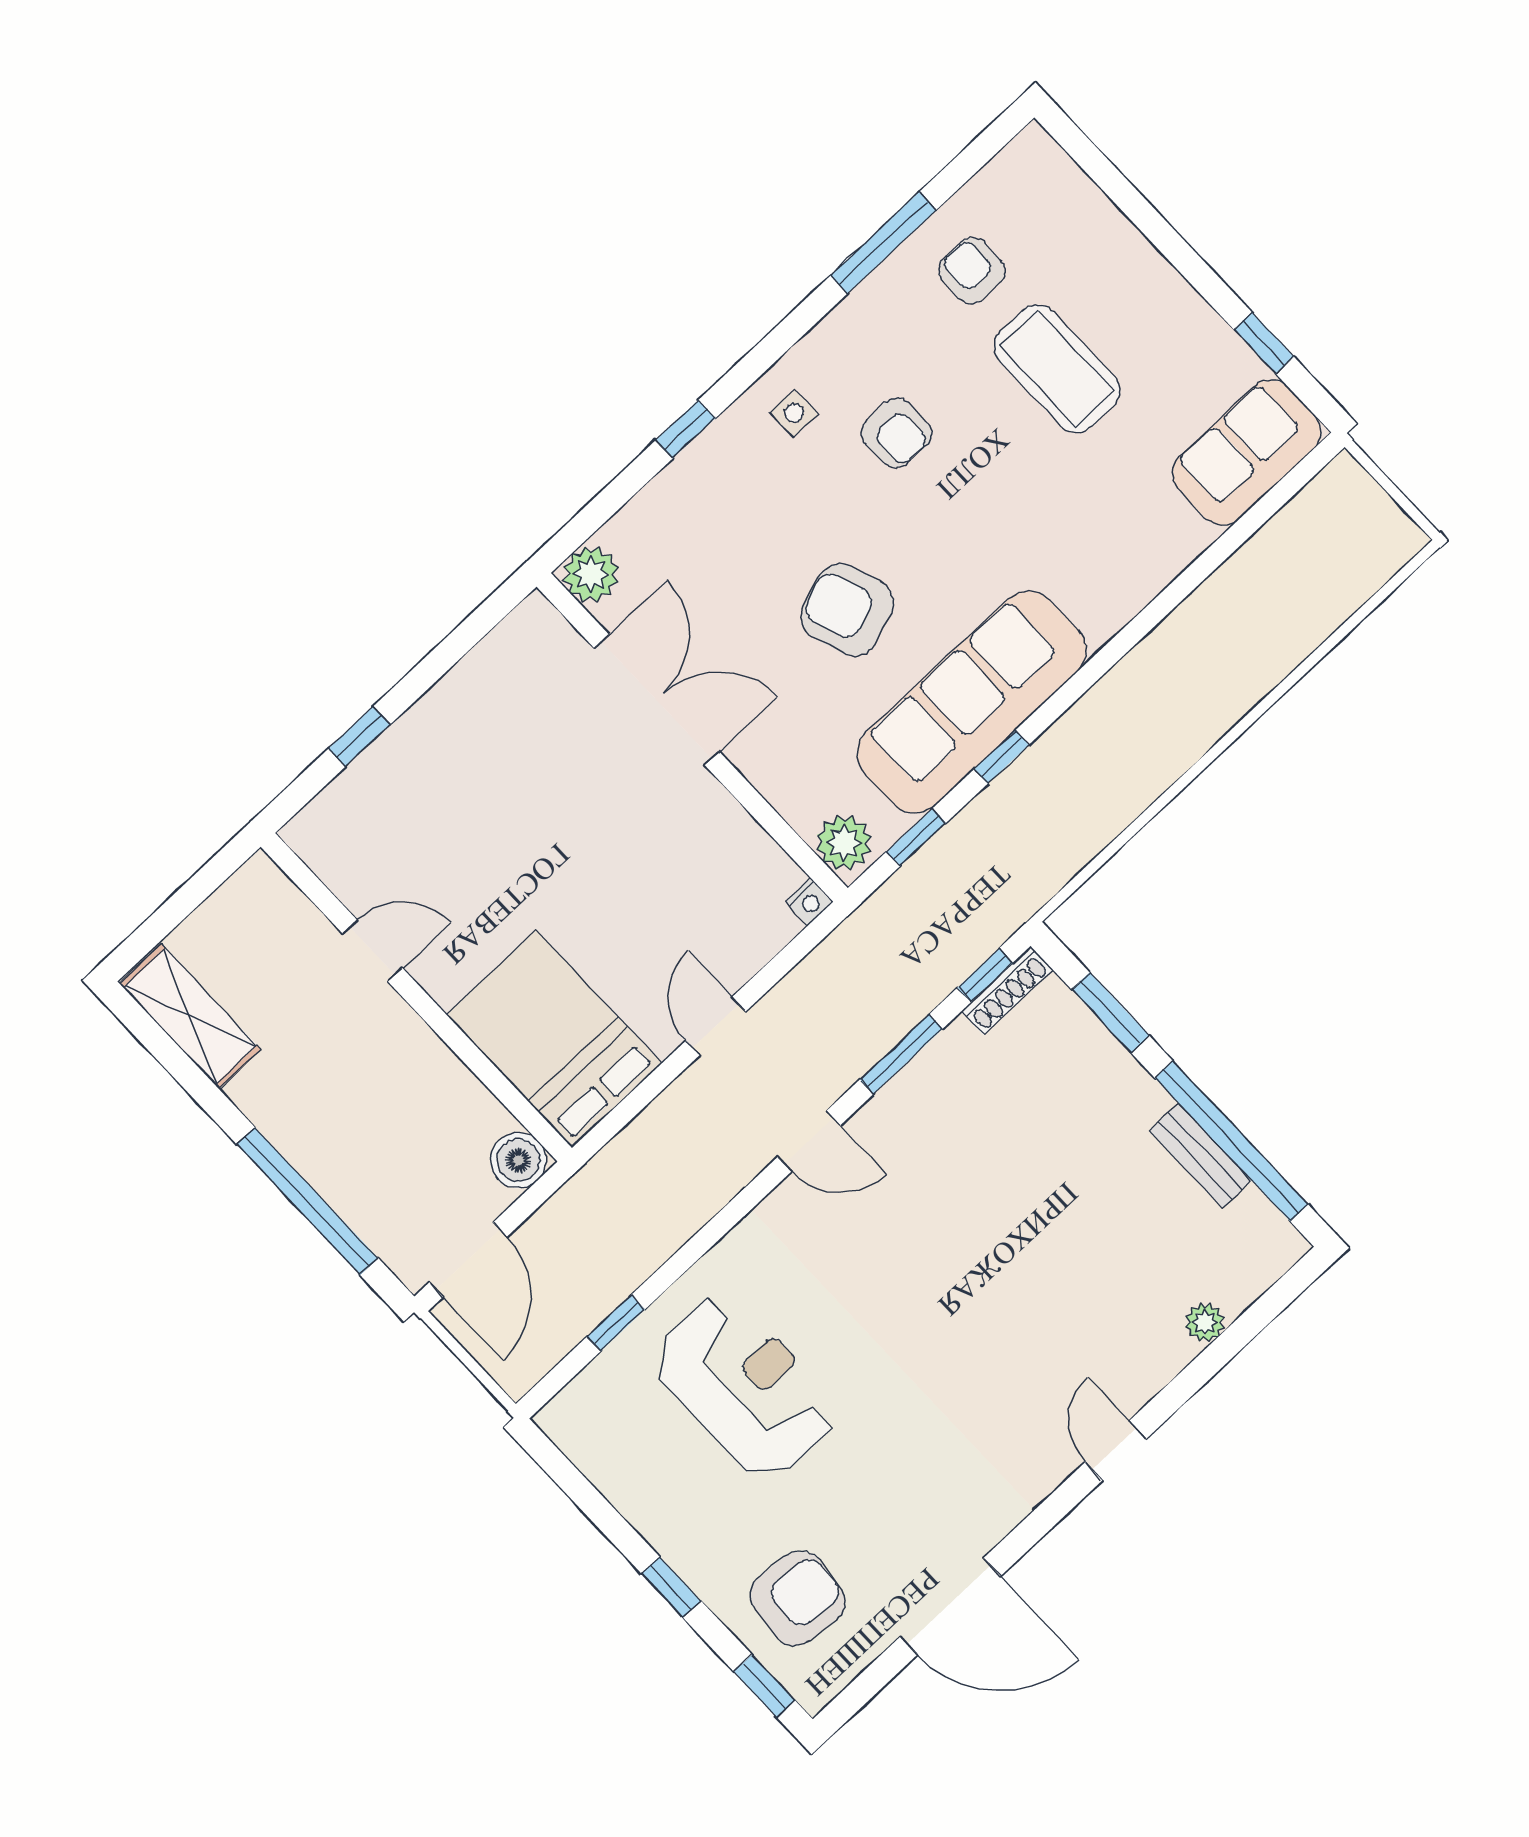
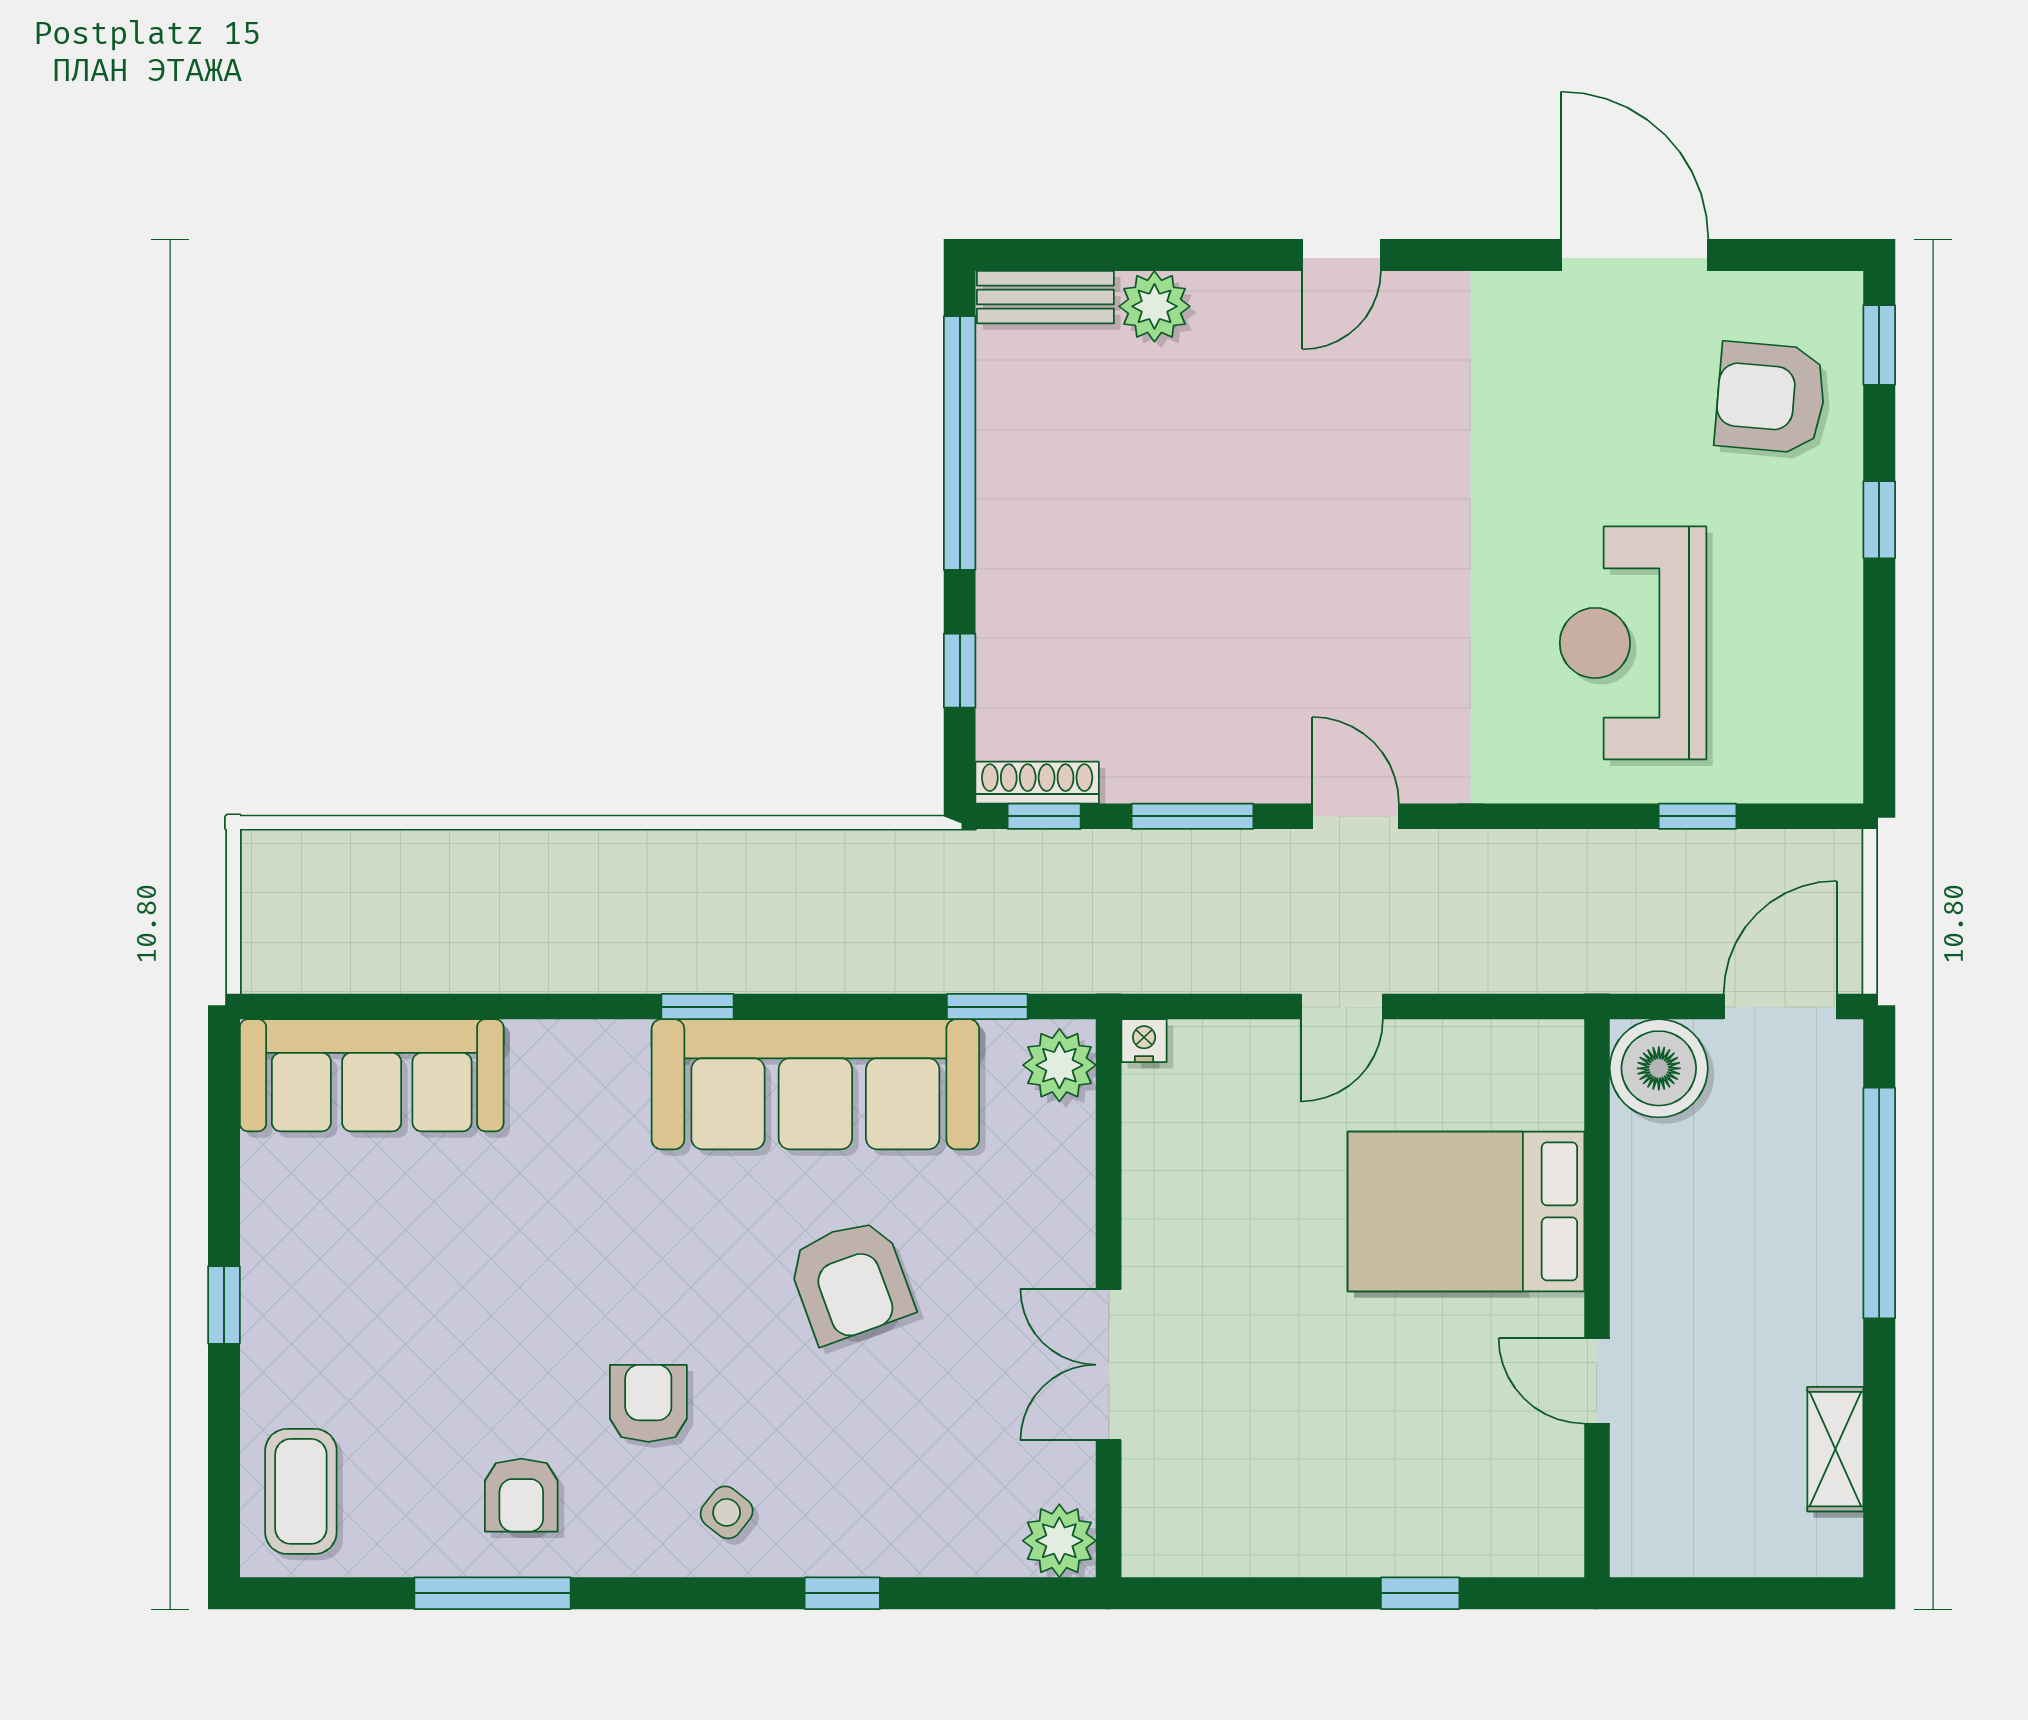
armchair: (972, 270) -> (521, 1495), moved
window: (1264, 343) -> (224, 1305), moved
coffee table: (1057, 369) -> (301, 1491), moved, width x0.73, depth x0.76
side table: (794, 413) -> (727, 1512), turned 38
sofa: (1247, 452) -> (372, 1075), width x1.36
double door: (657, 700) -> (1109, 1365), width x0.73
window: (1001, 757) -> (698, 1007), moved
window: (1110, 1013) -> (960, 671), width x0.67
shelving: (190, 1016) -> (1835, 1449), width x0.67, depth x0.75
bed: (554, 1039) -> (1466, 1211), moved, turned 90
bench: (1201, 1156) -> (1045, 297), moved, turned 90
boiler: (518, 1160) -> (1659, 1068), width x1.37, depth x1.37
plant: (1205, 1322) -> (1154, 306), width x1.38, depth x1.38

